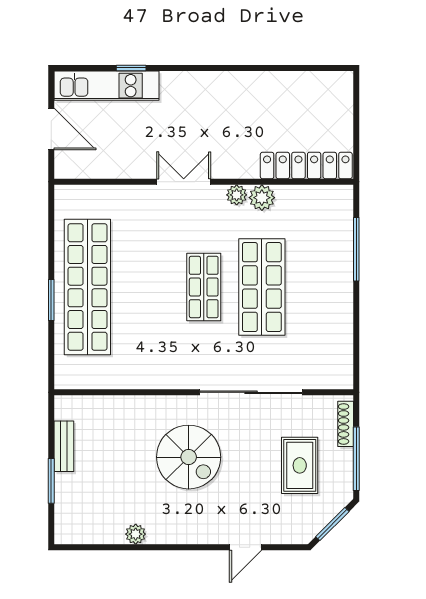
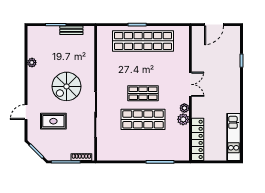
kitchen unit: (107, 86) -> (234, 137), moved
rug: (300, 465) -> (53, 121), moved
door: (245, 547) -> (26, 112), hinge flipped

